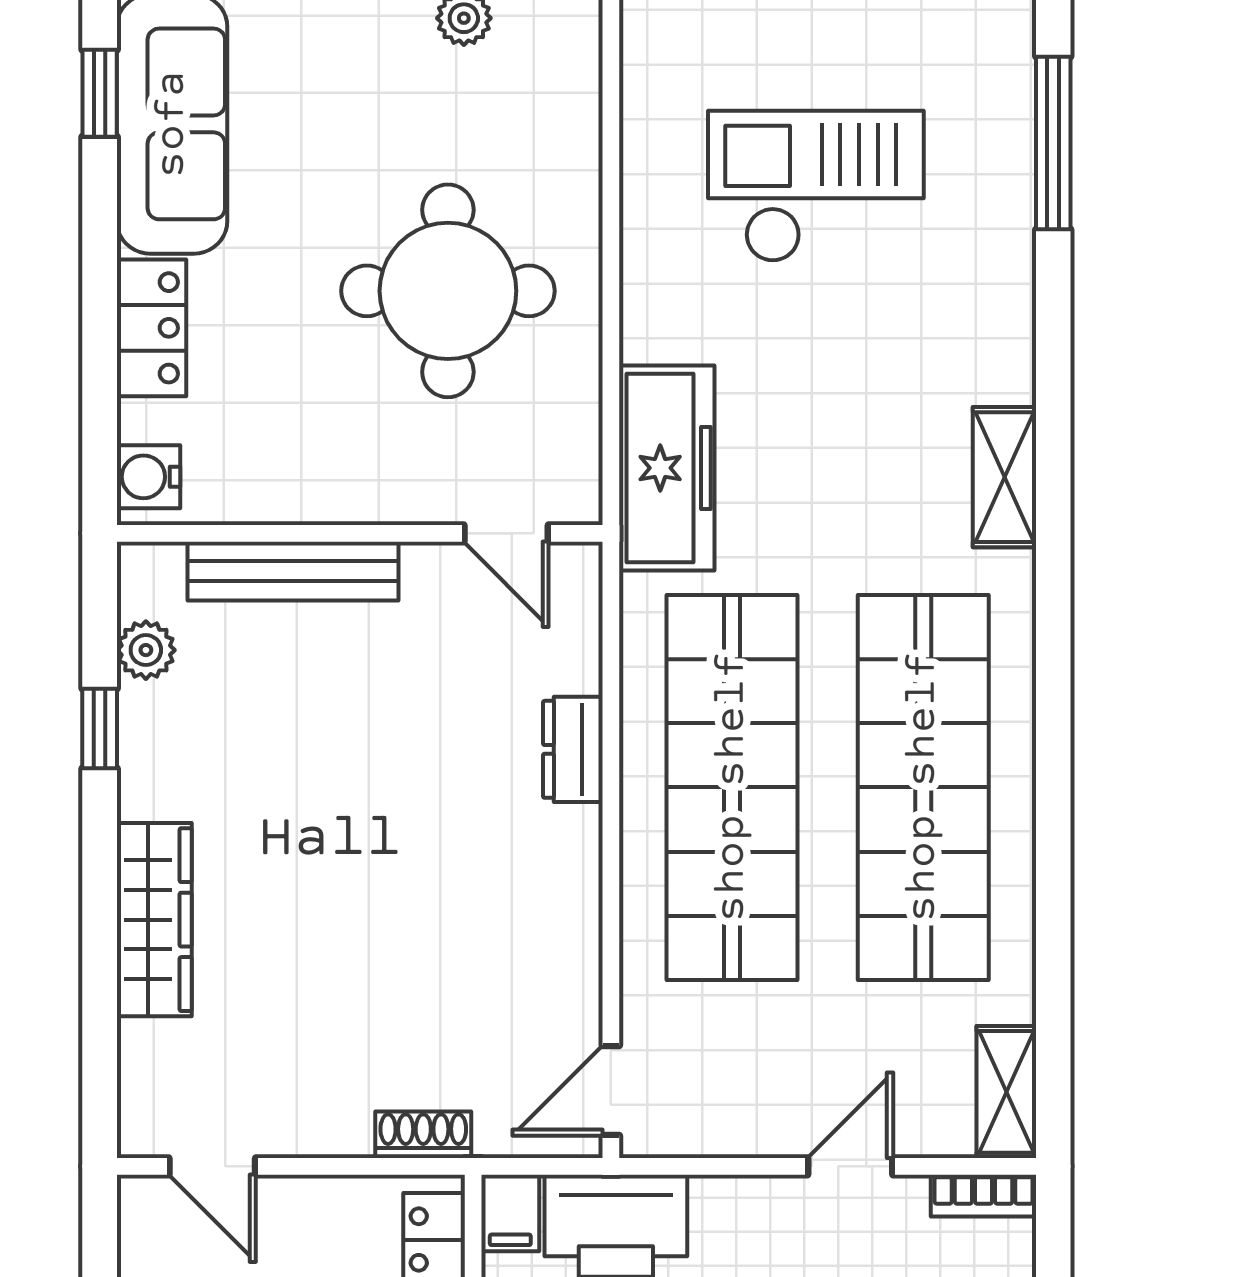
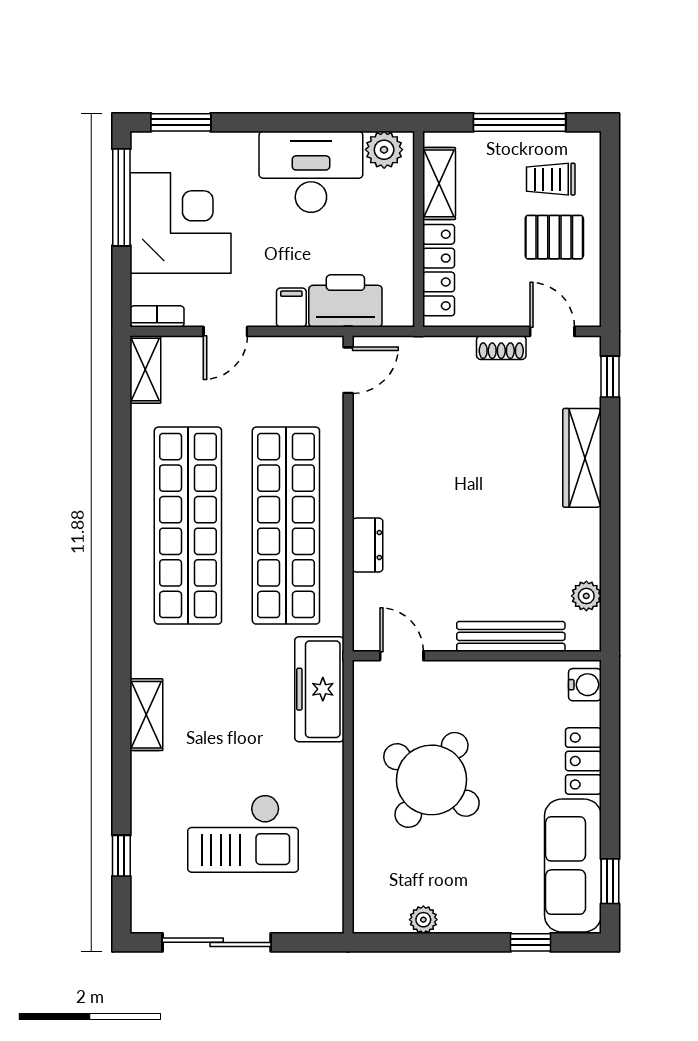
window: (1053, 143) -> (121, 856), width x0.46
round table: (448, 291) -> (431, 780), turned 34
shelving: (1004, 477) -> (146, 715), moved
window: (100, 729) -> (610, 377), moved
shoe rack: (423, 1135) -> (501, 348), moved
filing cabinet: (510, 1213) -> (291, 307), moved

